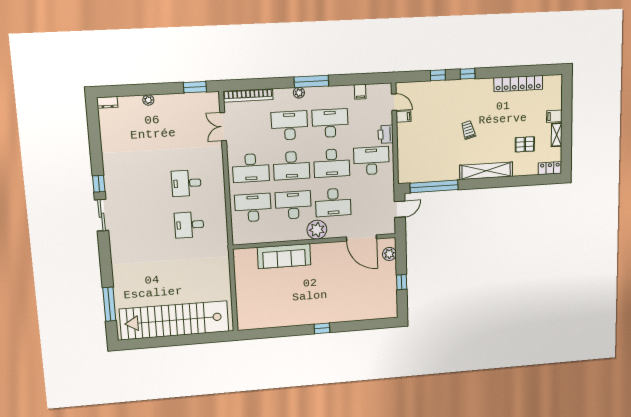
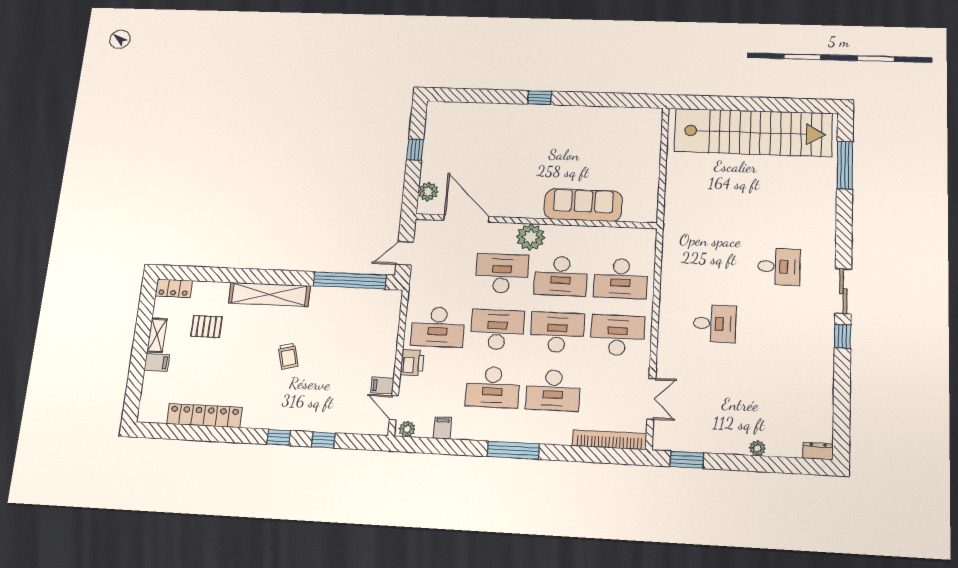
plant: (299, 93) -> (407, 429), moved
desk: (189, 225) -> (779, 267), moved

